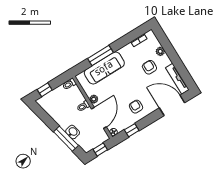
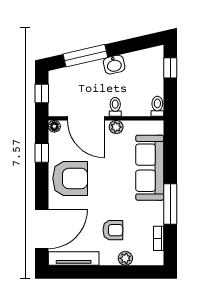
window: (100, 55) -> (170, 204), moved
armchair: (136, 107) -> (70, 178), width x1.88, depth x1.88
washbasin: (73, 132) -> (114, 65), moved

